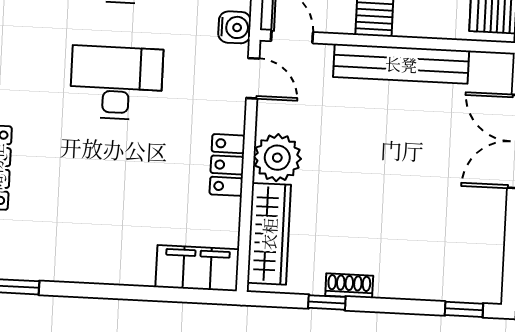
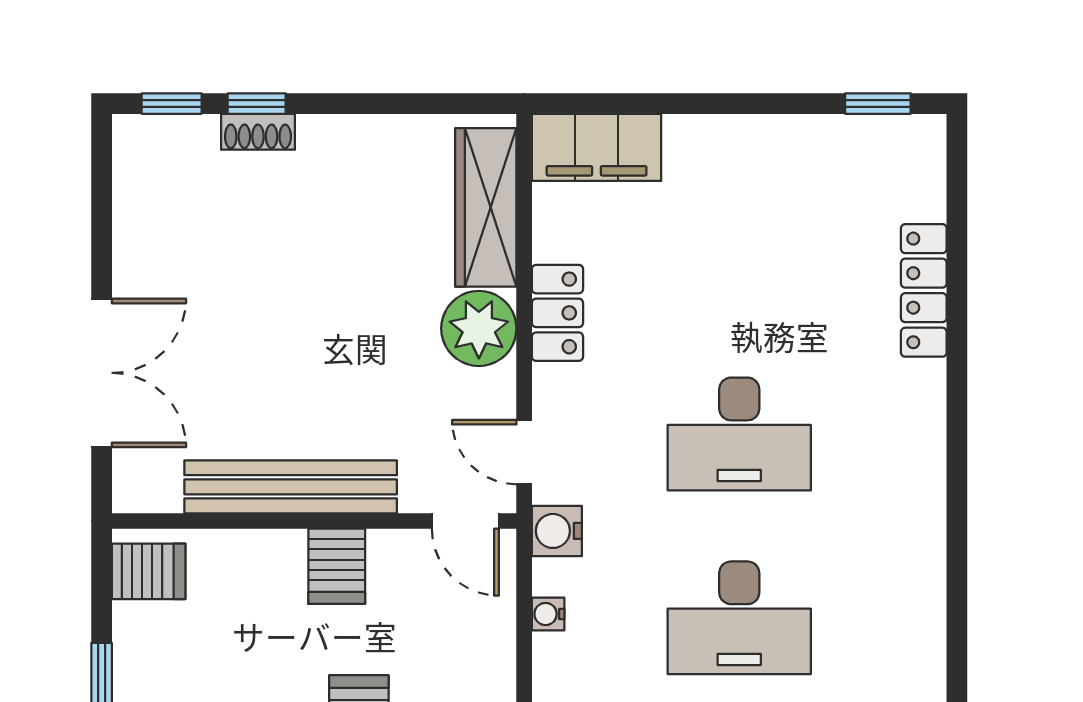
shoe rack: (349, 286) -> (258, 132), moved
window: (327, 302) -> (257, 104), moved

